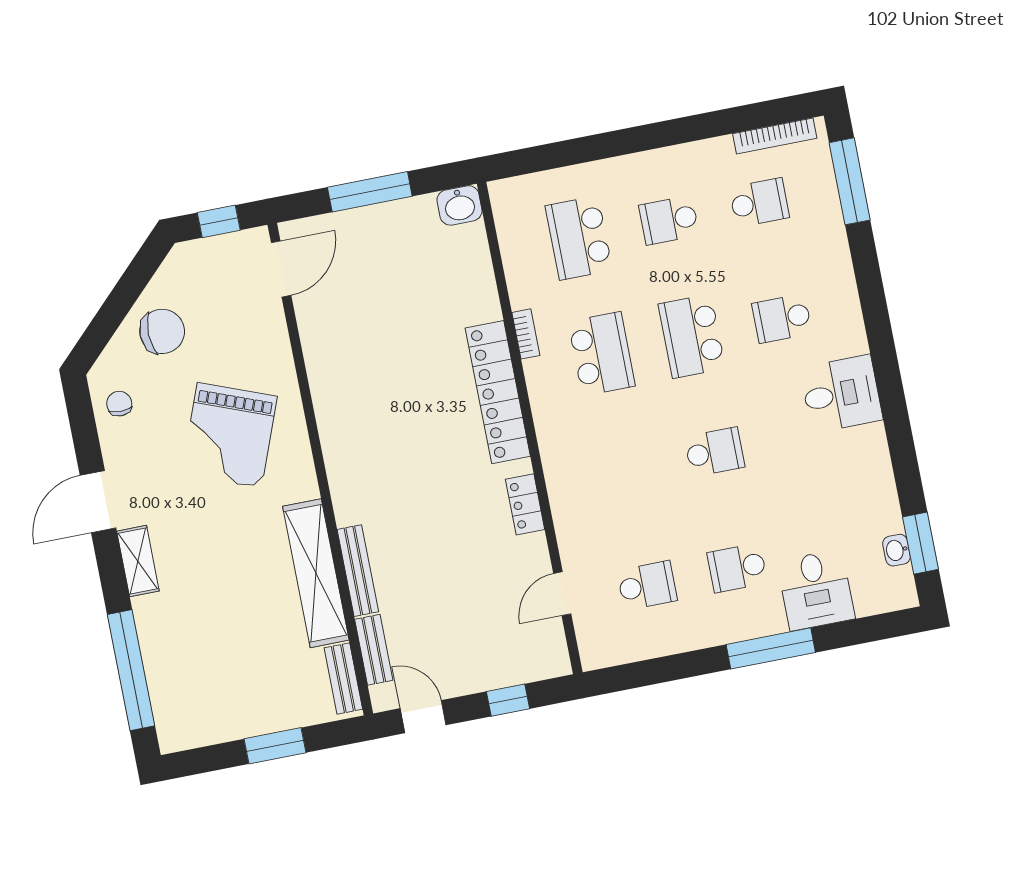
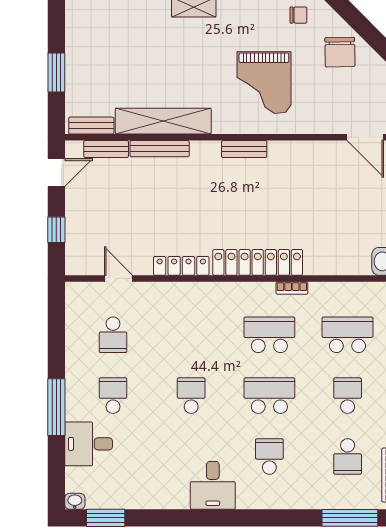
school desk: (602, 354) -> (269, 335), turned 180
grand piano: (229, 435) -> (264, 83), turned -111
bench: (334, 445) -> (244, 149), added
school desk: (714, 452) -> (191, 396), turned 180
locker: (525, 504) -> (181, 266), width x1.53
washbasin: (896, 550) -> (75, 501), moved

